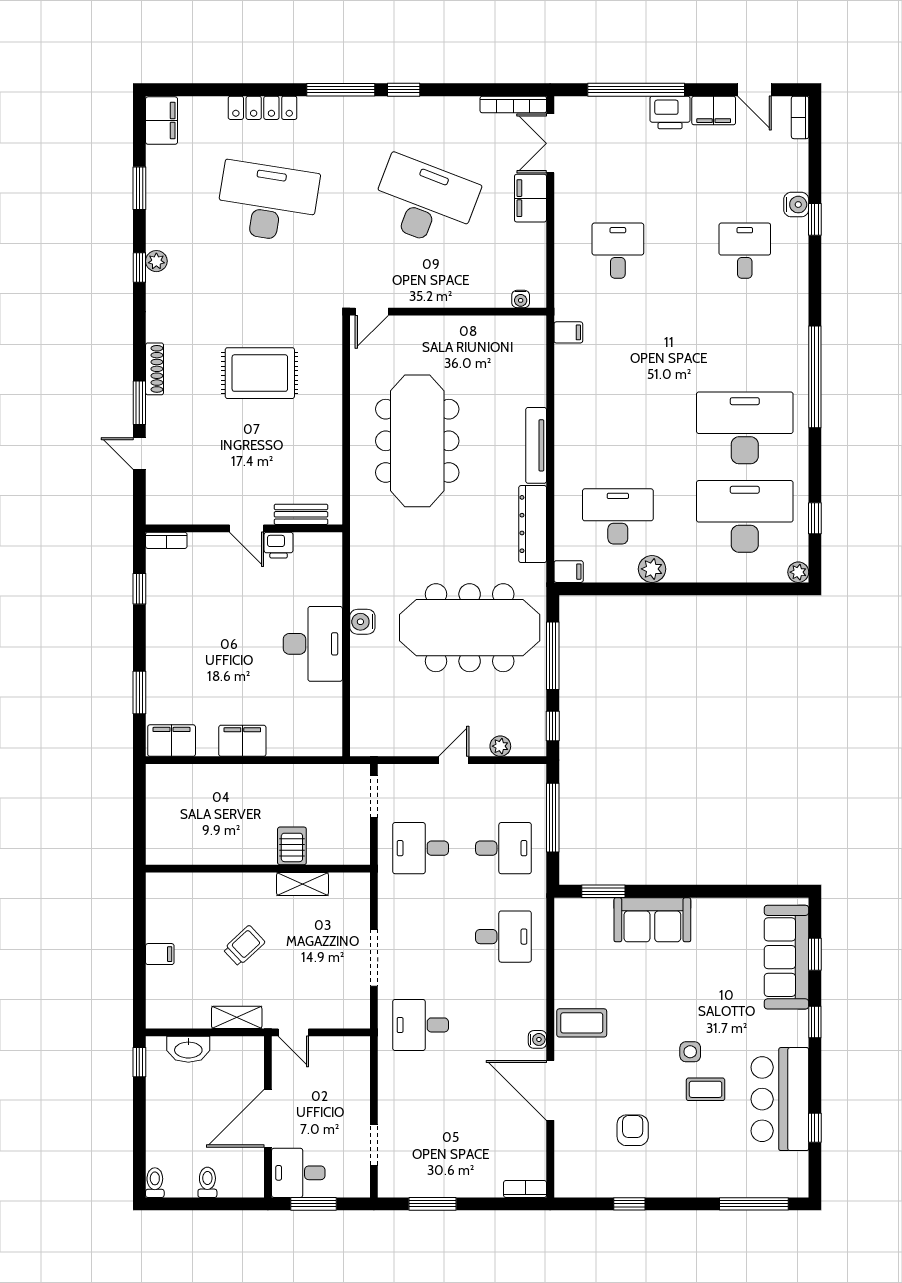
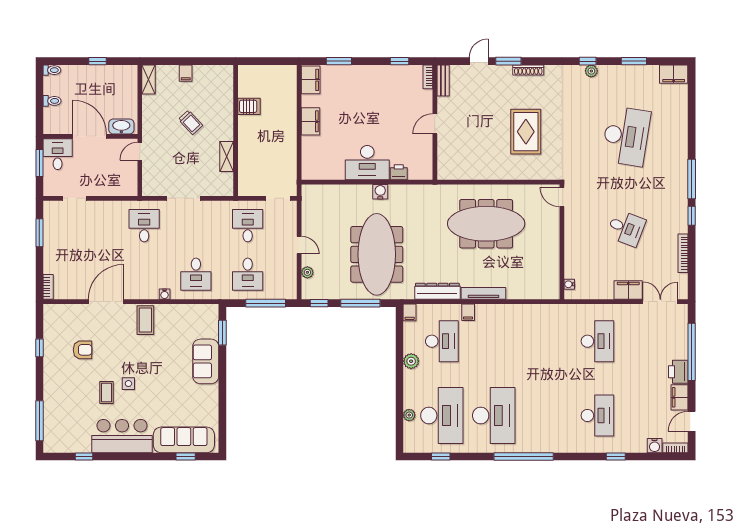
bookcase: (513, 105) -> (683, 253), moved
locker: (263, 108) -> (681, 133), removed
desk: (425, 202) -> (626, 228), width x0.53, depth x0.77
water cooler: (796, 205) -> (655, 446), moved
desk: (618, 251) -> (597, 341), width x1.37
desk: (745, 251) -> (597, 415), width x1.37
filing cabinet: (568, 332) -> (468, 312), moved
bench: (301, 514) -> (443, 80), moved
printer: (279, 545) -> (399, 172), moved, turned 90
plant: (798, 572) -> (409, 415), moved
server rack: (292, 846) -> (249, 106), moved
shelving: (237, 1017) -> (149, 79), moved
window: (815, 1022) -> (146, 457), removed
water cooler: (537, 1039) -> (165, 294), moved
washbasin: (188, 1049) -> (121, 126), moved, turned 90
window: (139, 1062) -> (97, 61), moved
bar counter: (780, 1099) -> (122, 436), moved

